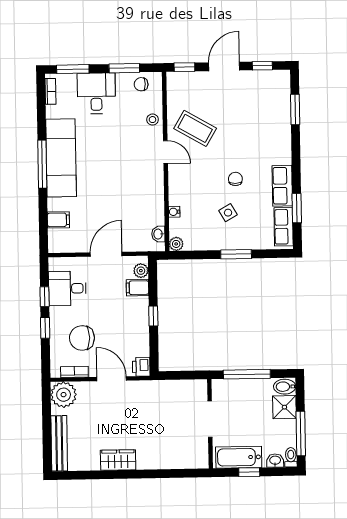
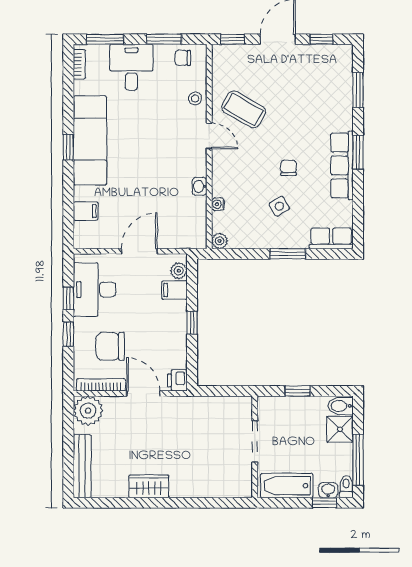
window: (42, 164) -> (68, 147), width x0.46
row of seats: (282, 186) -> (342, 165), width x1.48
window: (297, 208) -> (358, 152), moved
row of seats: (284, 227) -> (331, 238), moved, turned 90
washbasin: (158, 234) -> (199, 186), moved
desk: (67, 288) -> (94, 290), width x1.37
bookcase: (74, 372) -> (101, 385), width x1.56
window: (247, 374) -> (298, 391), width x0.46
window: (249, 472) -> (324, 503), moved

